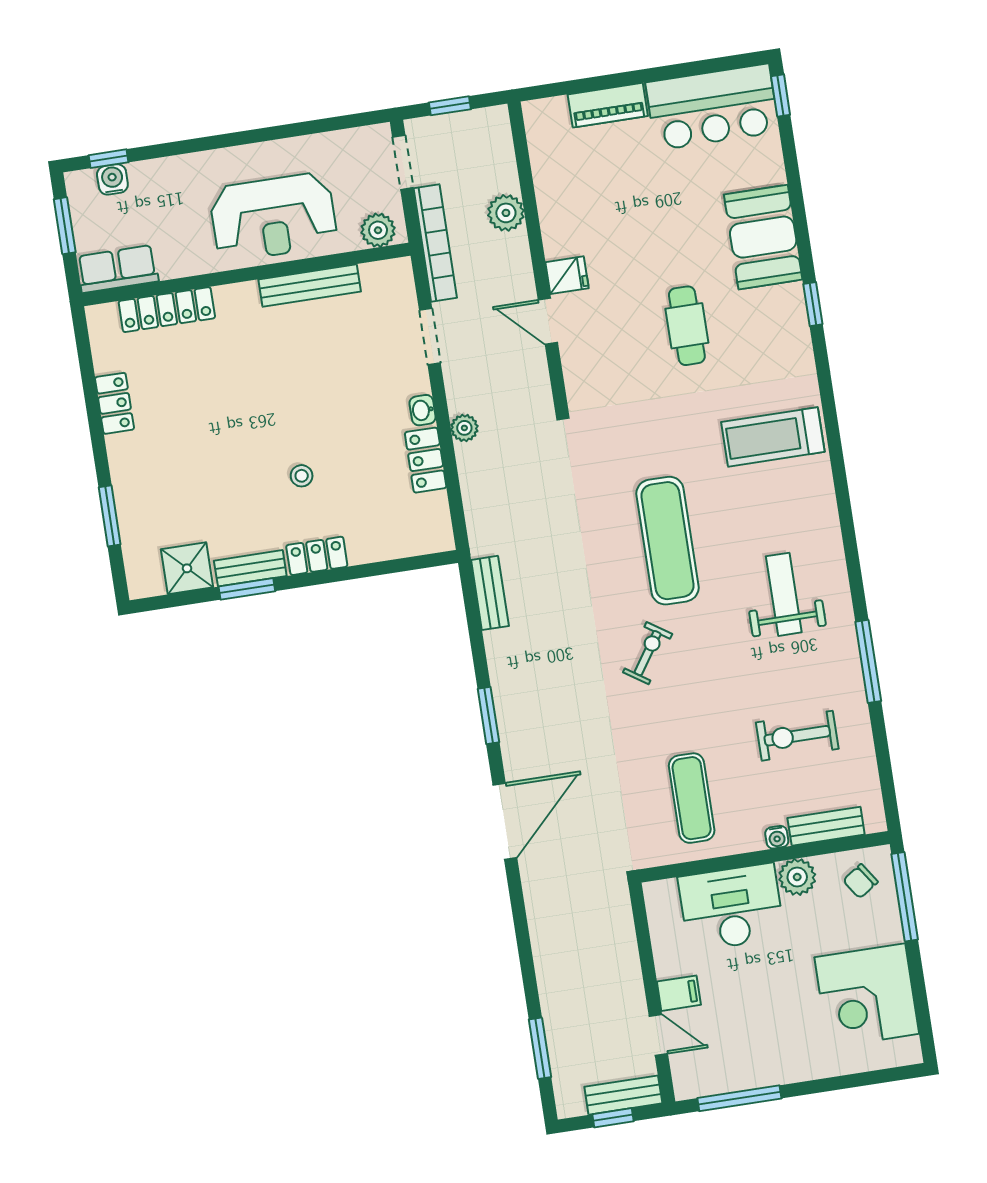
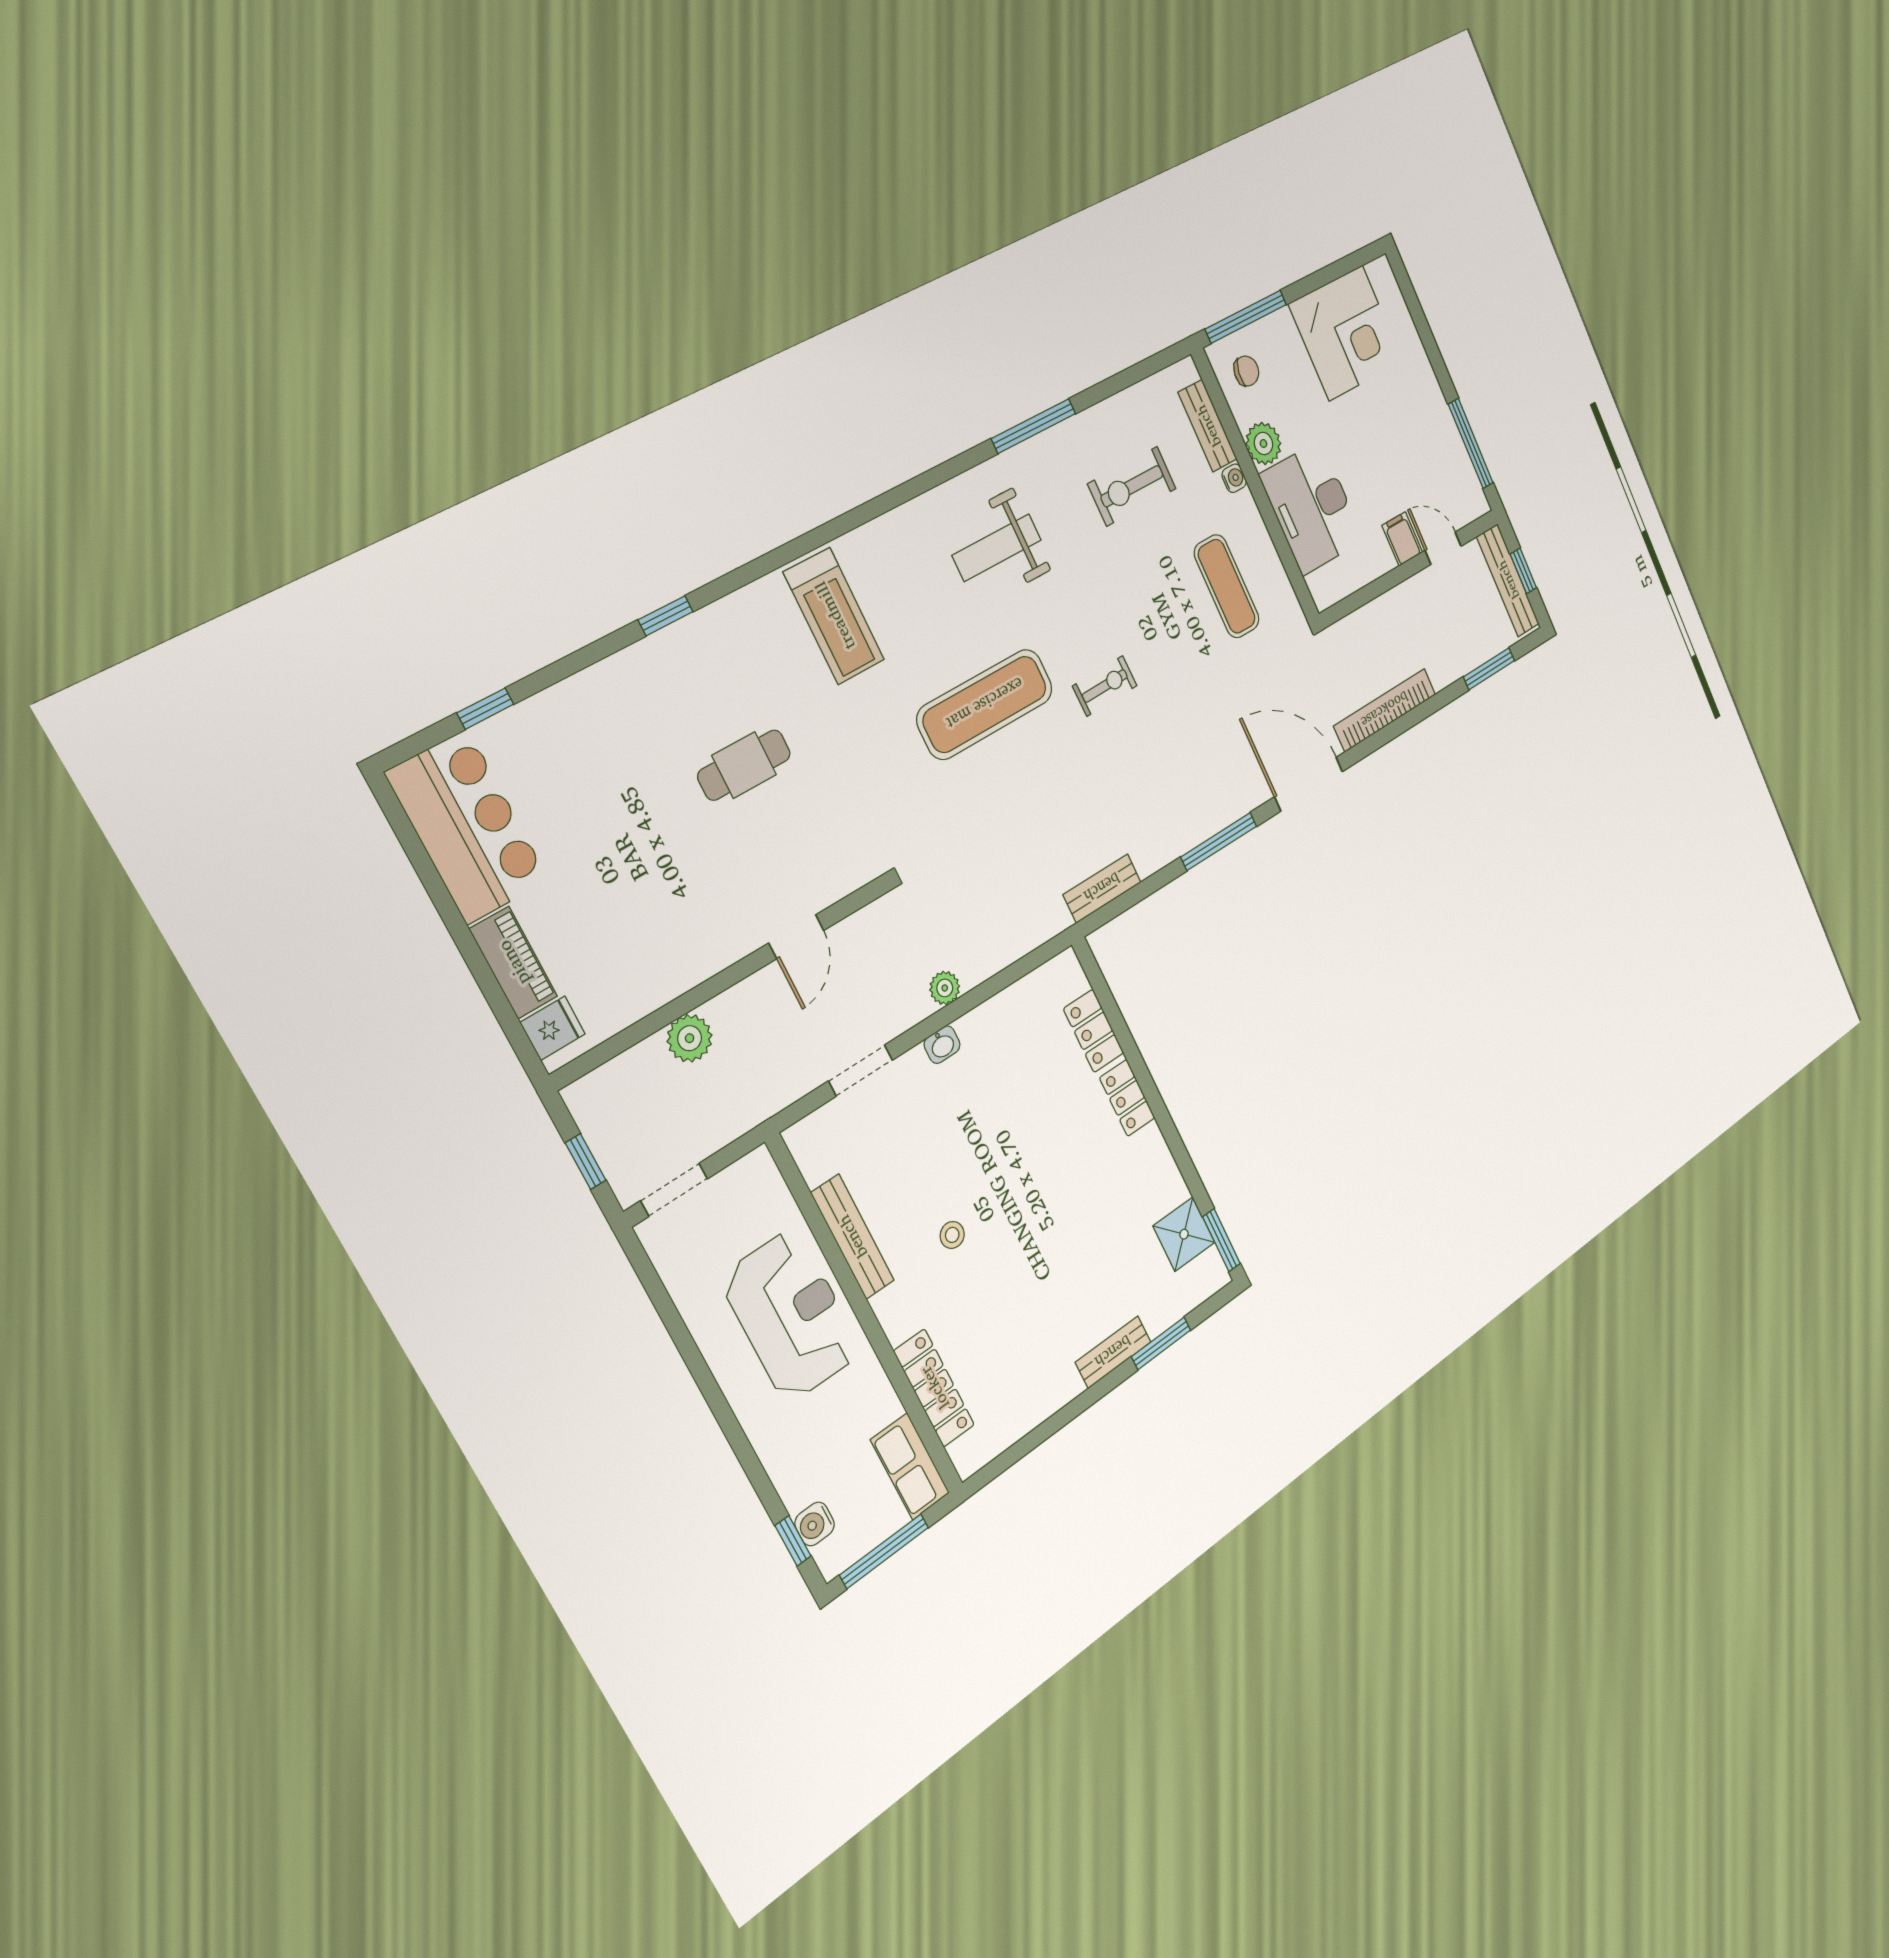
window: (781, 95) -> (485, 709), moved
window: (65, 226) -> (884, 1551), width x1.44
plant: (378, 230) -> (763, 1184), removed
booth: (763, 237) -> (607, 705), removed
bookcase: (435, 243) -> (1385, 710), moved
fridge: (567, 275) -> (553, 1028), moved, turned 90
locker: (115, 403) -> (1050, 1396), removed
locker: (426, 460) -> (1094, 1031), moved, turned 90
stool: (302, 476) -> (952, 1235), moved
bench: (250, 568) -> (1113, 1352), moved, turned 90
window: (247, 589) -> (1221, 1240), moved
exercise bike: (648, 653) -> (1105, 686), turned 145
window: (488, 716) -> (1219, 841), width x1.44
exercise bike: (797, 736) -> (1132, 486), turned 90
exercise mat: (692, 798) -> (1227, 586), turned 90
chair: (860, 881) -> (1246, 371), turned -47
door: (658, 1035) -> (1443, 548), hinge flipped
bench: (623, 1095) -> (1508, 580), width x1.36

